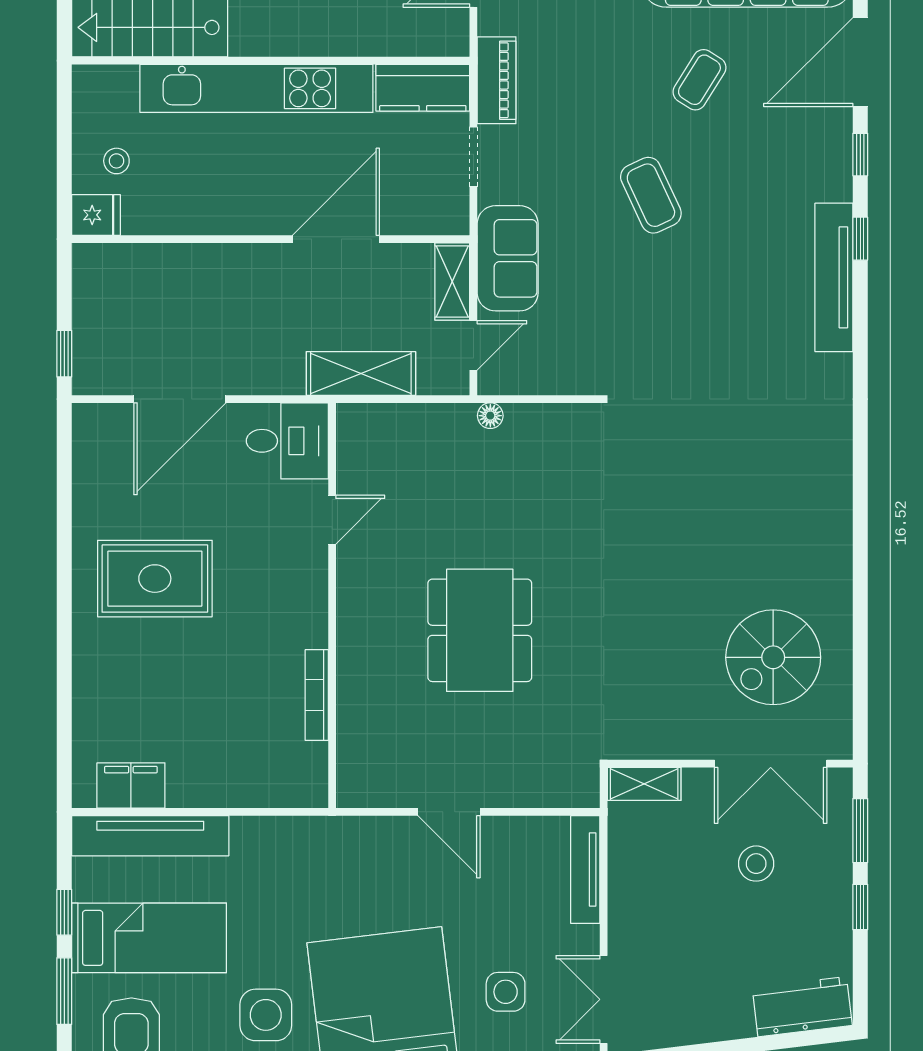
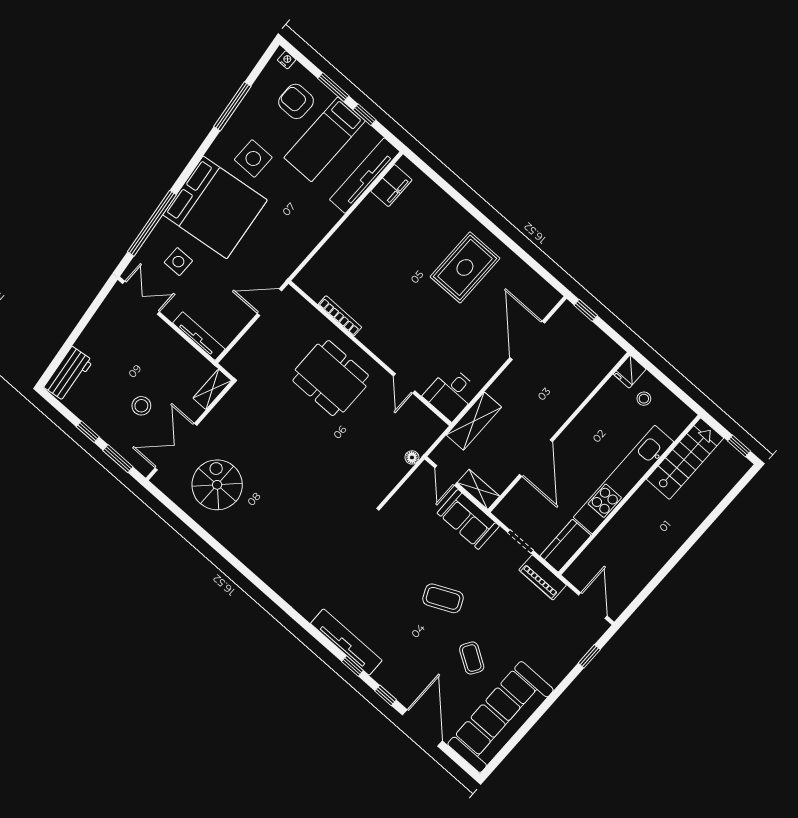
desk: (287, 441) -> (451, 393), moved
door: (332, 520) -> (404, 383), moved
wall: (332, 605) -> (370, 353), moved
bookcase: (317, 695) -> (340, 316), moved

